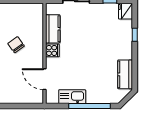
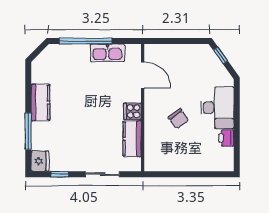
window: (135, 35) -> (28, 131), width x2.17
kitchen counter: (125, 74) -> (40, 102), moved

